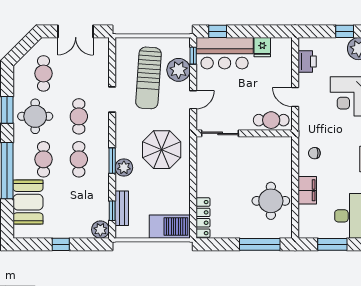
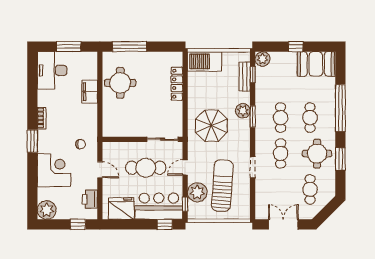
window: (345, 31) -> (78, 224), moved
fridge: (262, 47) -> (121, 209), width x1.88, depth x1.34
cafe table: (271, 120) -> (146, 168), moved, width x1.37, depth x1.35
chair: (314, 153) -> (81, 144), moved
booth: (28, 202) -> (316, 64), moved, turned 90
locker: (203, 218) -> (177, 84), moved

